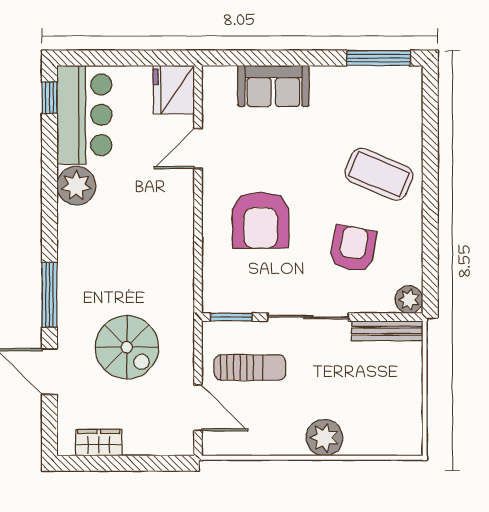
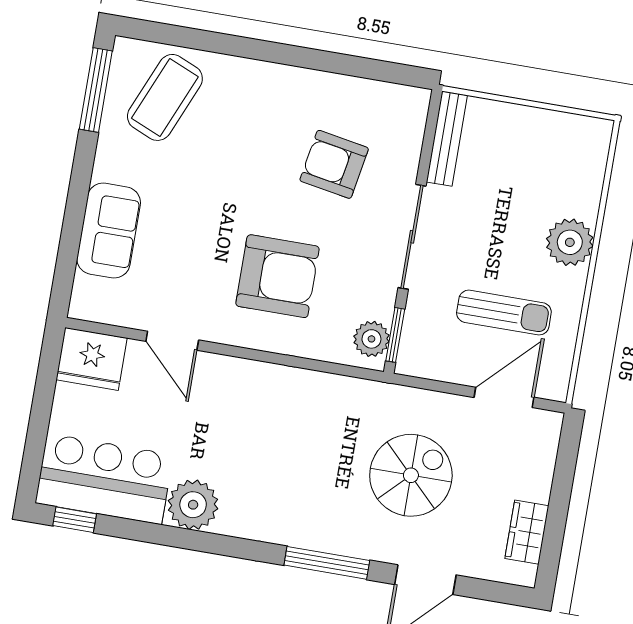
coffee table: (379, 174) -> (165, 97), moved
plant: (409, 300) -> (371, 339), moved
sun lounger: (250, 368) -> (504, 313), moved, turned 90

